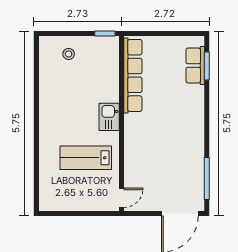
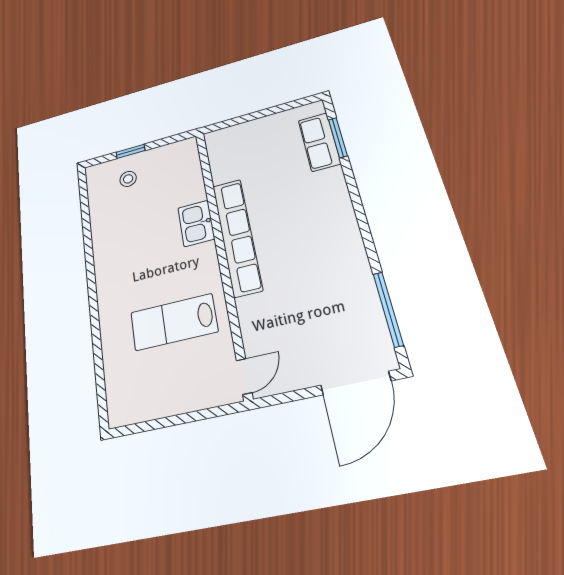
window: (105, 33) -> (131, 151), moved
row of seats: (133, 75) -> (237, 237), moved
kitchen sink: (109, 117) -> (196, 223), moved

